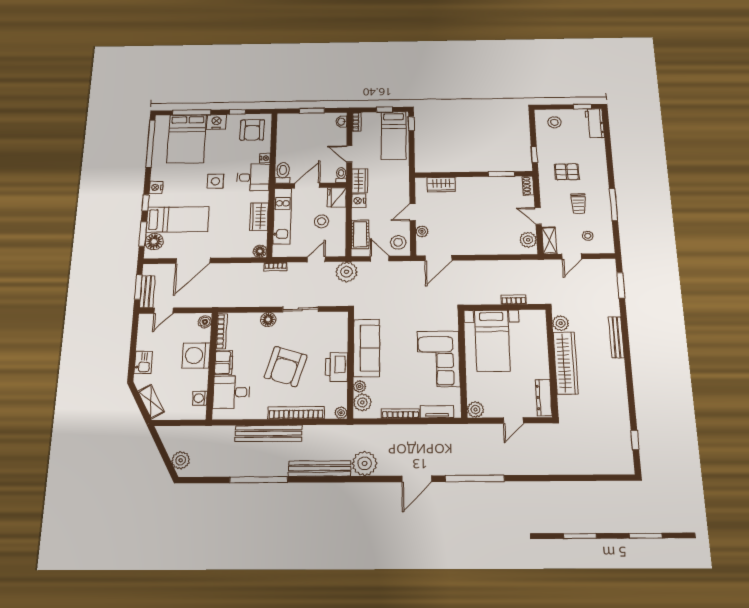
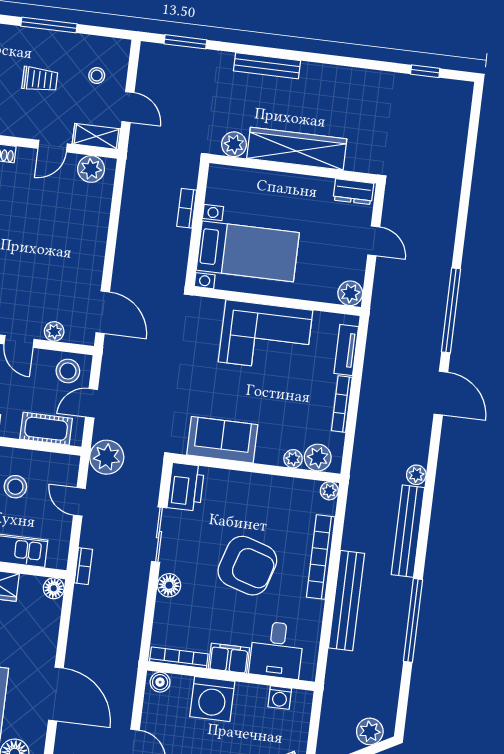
sofa: (367, 348) -> (222, 440), width x0.73
printer: (337, 367) -> (186, 487), moved, turned -90
dresser: (544, 397) -> (353, 192), width x0.70
plant: (365, 463) -> (416, 475), width x0.53, depth x0.53

